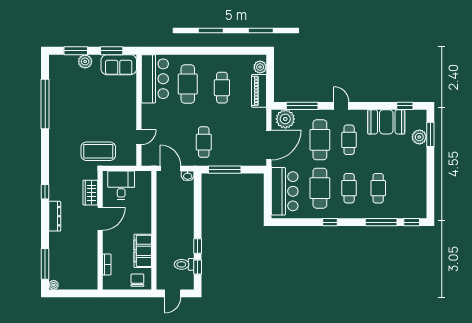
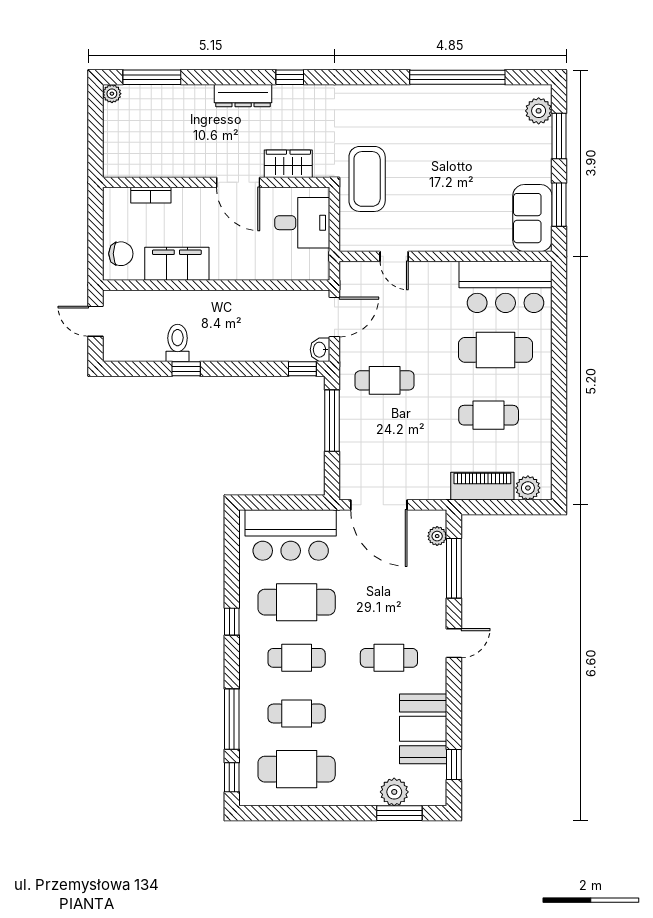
plant: (85, 61) -> (539, 111), moved
plant: (285, 119) -> (437, 536), width x0.53, depth x0.53
cafe table: (320, 140) -> (297, 769), moved
toilet: (184, 264) -> (178, 343), moved
window: (198, 267) -> (302, 369), moved

